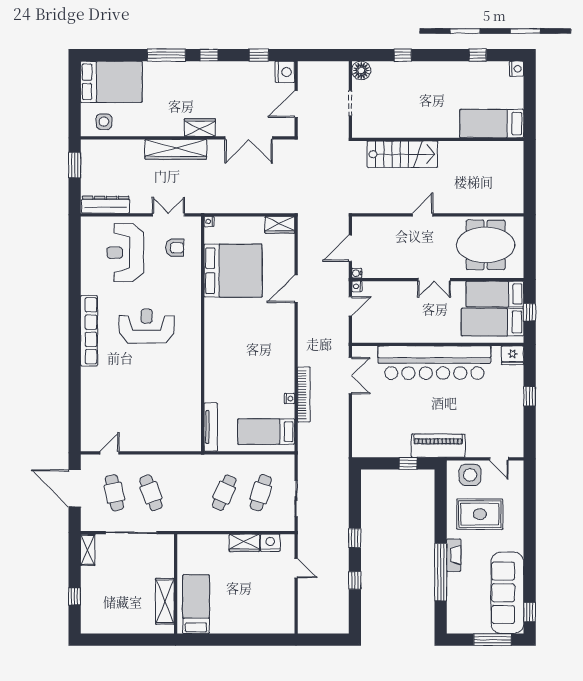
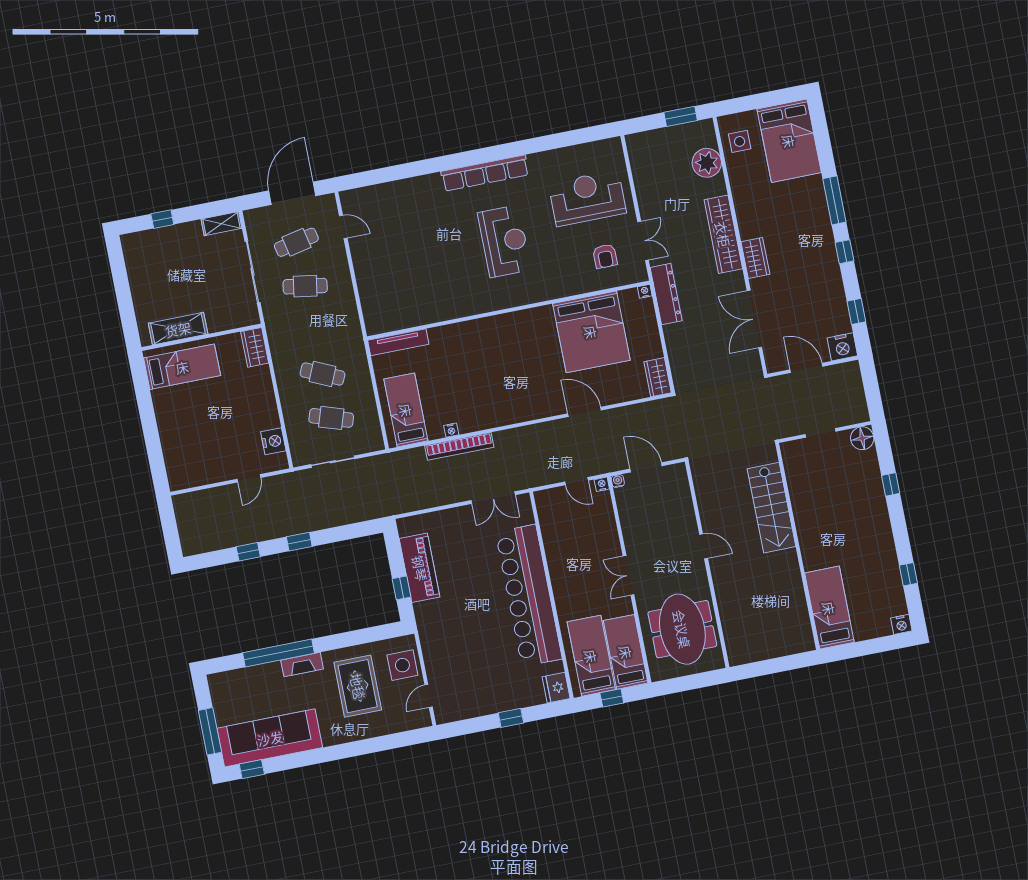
plant: (116, 151) -> (707, 163), added
dresser: (106, 205) -> (666, 294), moved
piano: (438, 446) -> (420, 568), moved
cafe table: (151, 493) -> (305, 286), turned 30
wardrobe: (244, 543) -> (255, 347), moved

